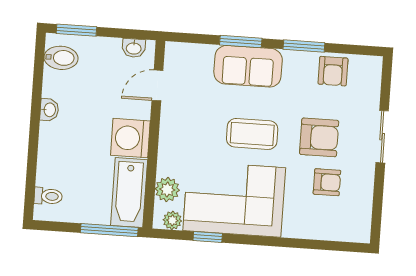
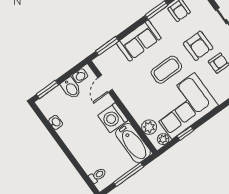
window: (241, 42) -> (107, 46), moved
bidet: (61, 58) -> (71, 88), moved, turned 90
washbasin: (49, 110) -> (56, 122), moved
armchair: (319, 137) -> (198, 46), turned 90
window: (109, 230) -> (129, 175), moved

